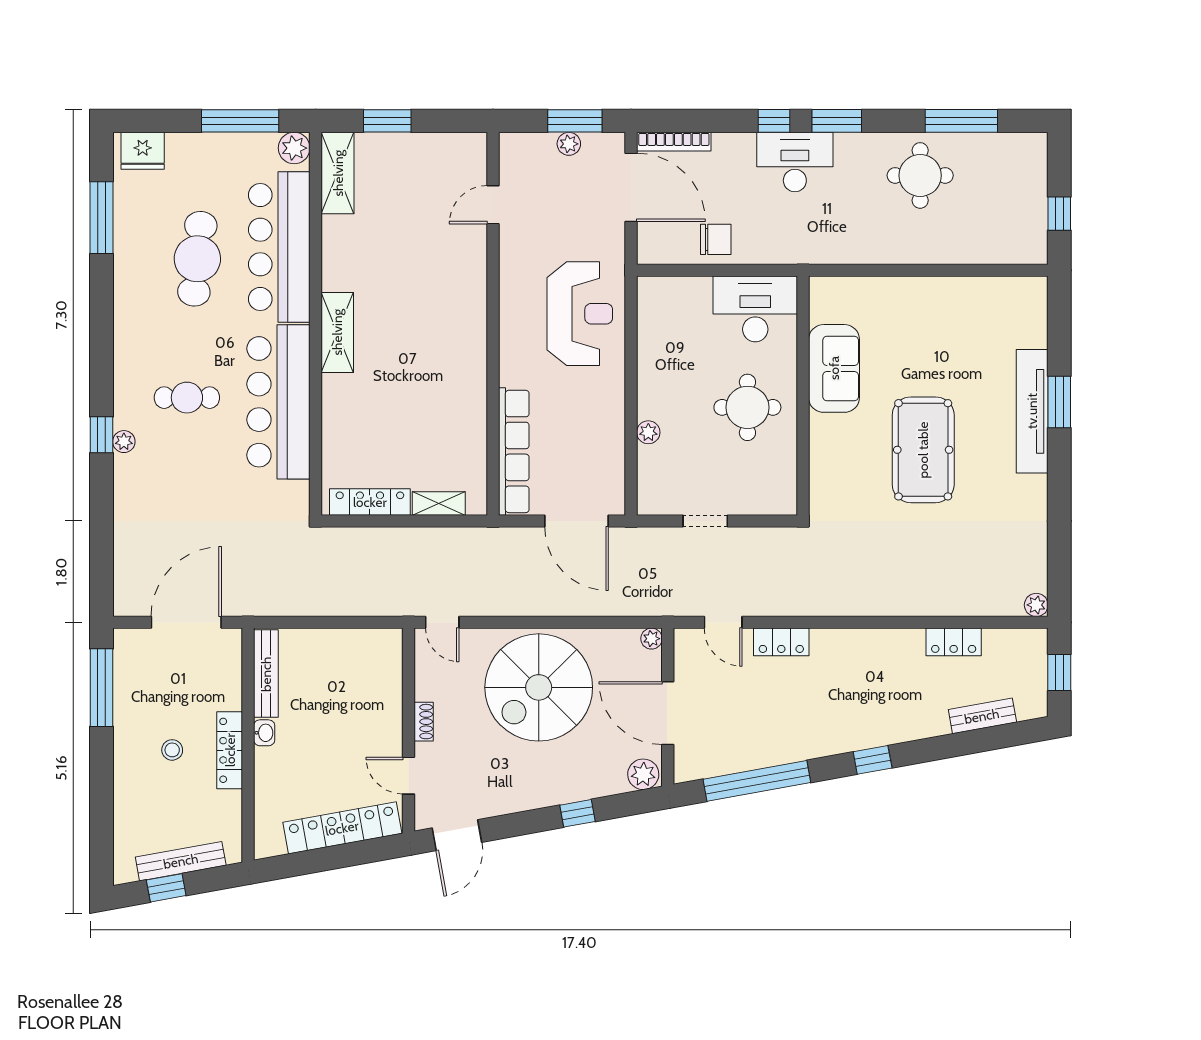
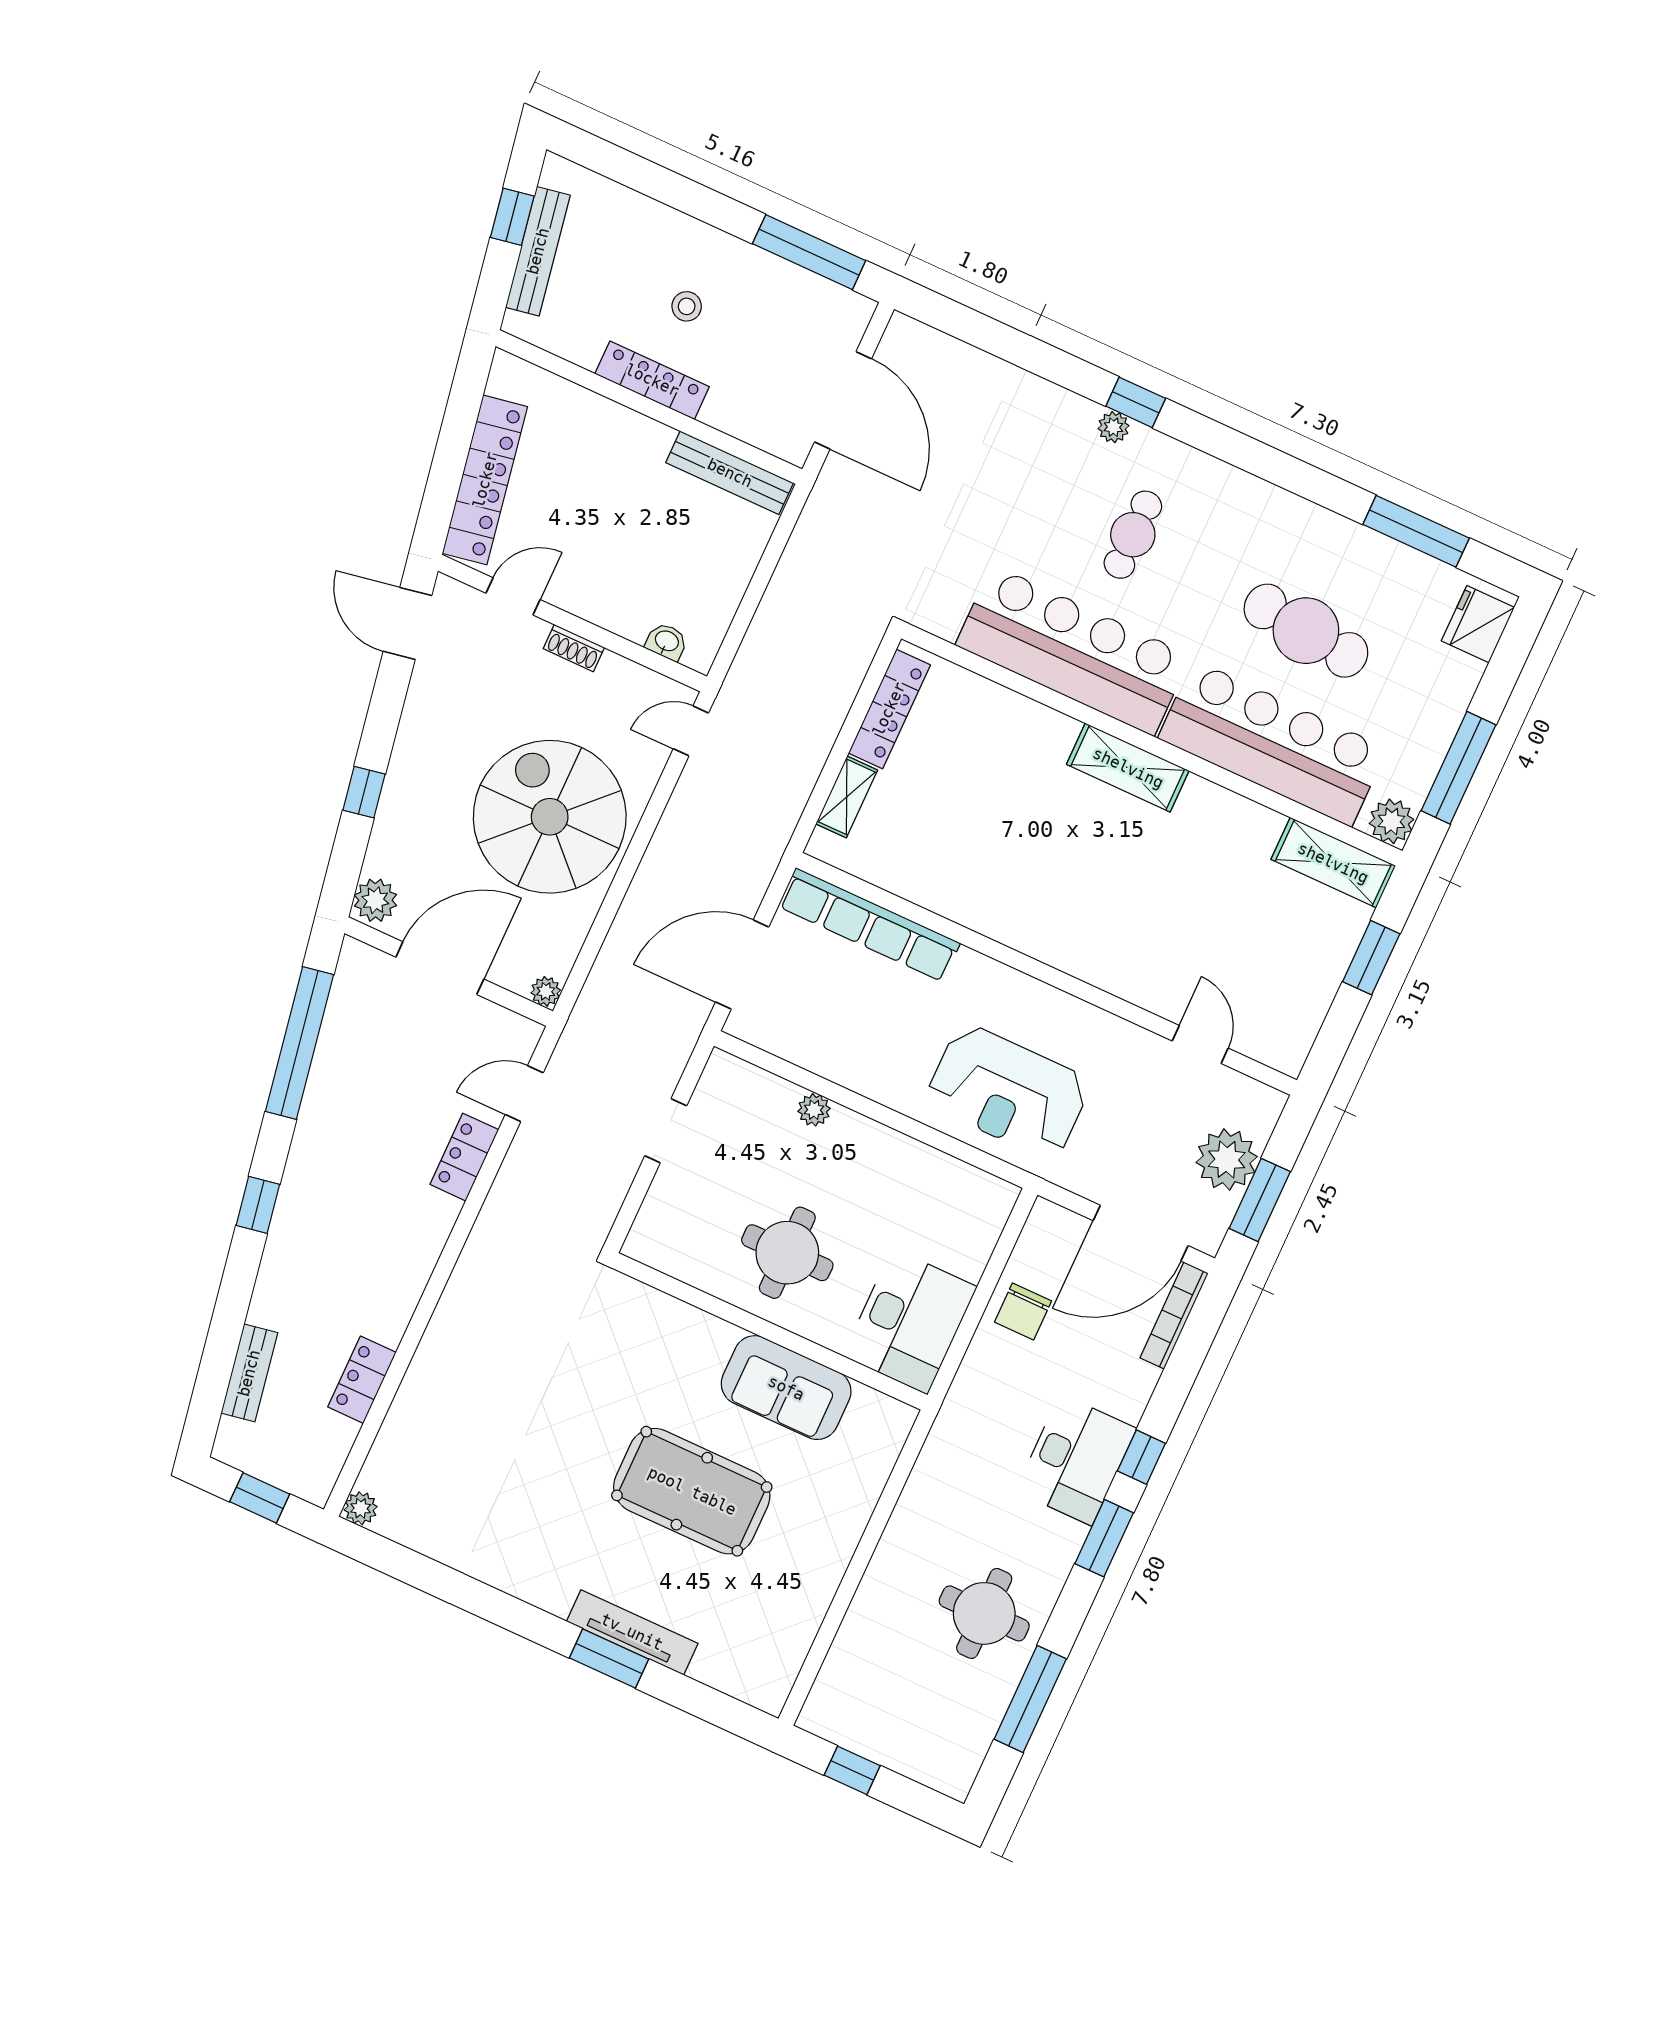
plant: (569, 144) -> (1227, 1159), width x1.87, depth x1.87
tv unit: (1032, 411) -> (632, 1632), width x0.73, depth x0.78
pool table: (923, 450) -> (692, 1491), moved
washbasin: (264, 733) -> (667, 642), moved, turned 180

